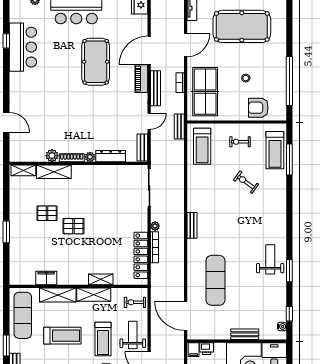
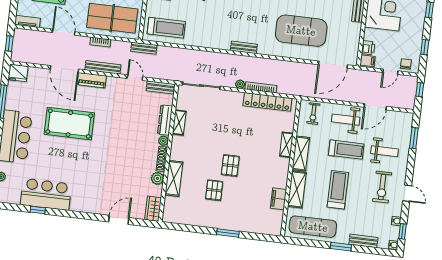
wardrobe: (21, 155) -> (153, 209), added
shelving: (23, 170) -> (179, 123), moved
exercise mat: (215, 280) -> (301, 31), width x1.47

